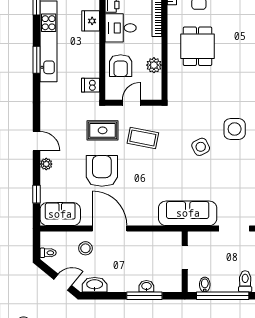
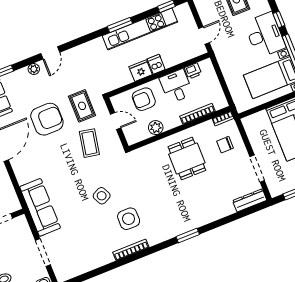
fridge: (91, 21) -> (141, 71), moved
dining table: (198, 46) -> (187, 159), turned 90
dishwasher: (91, 85) -> (156, 64), moved

